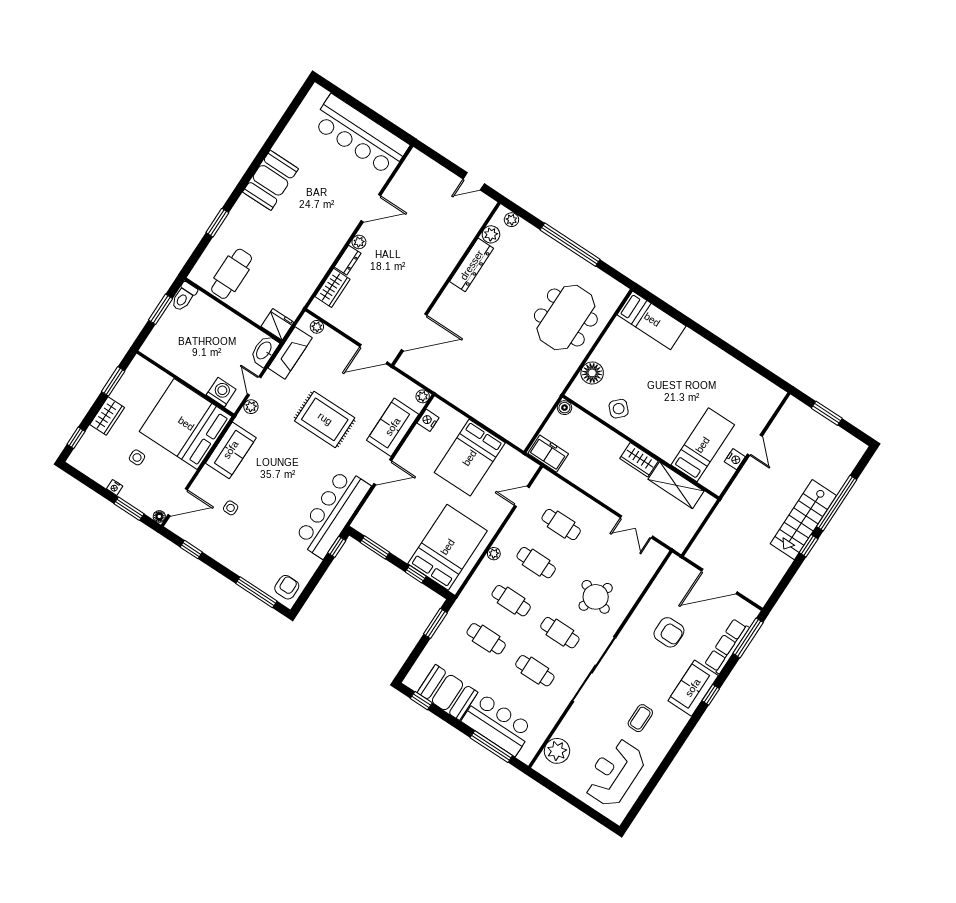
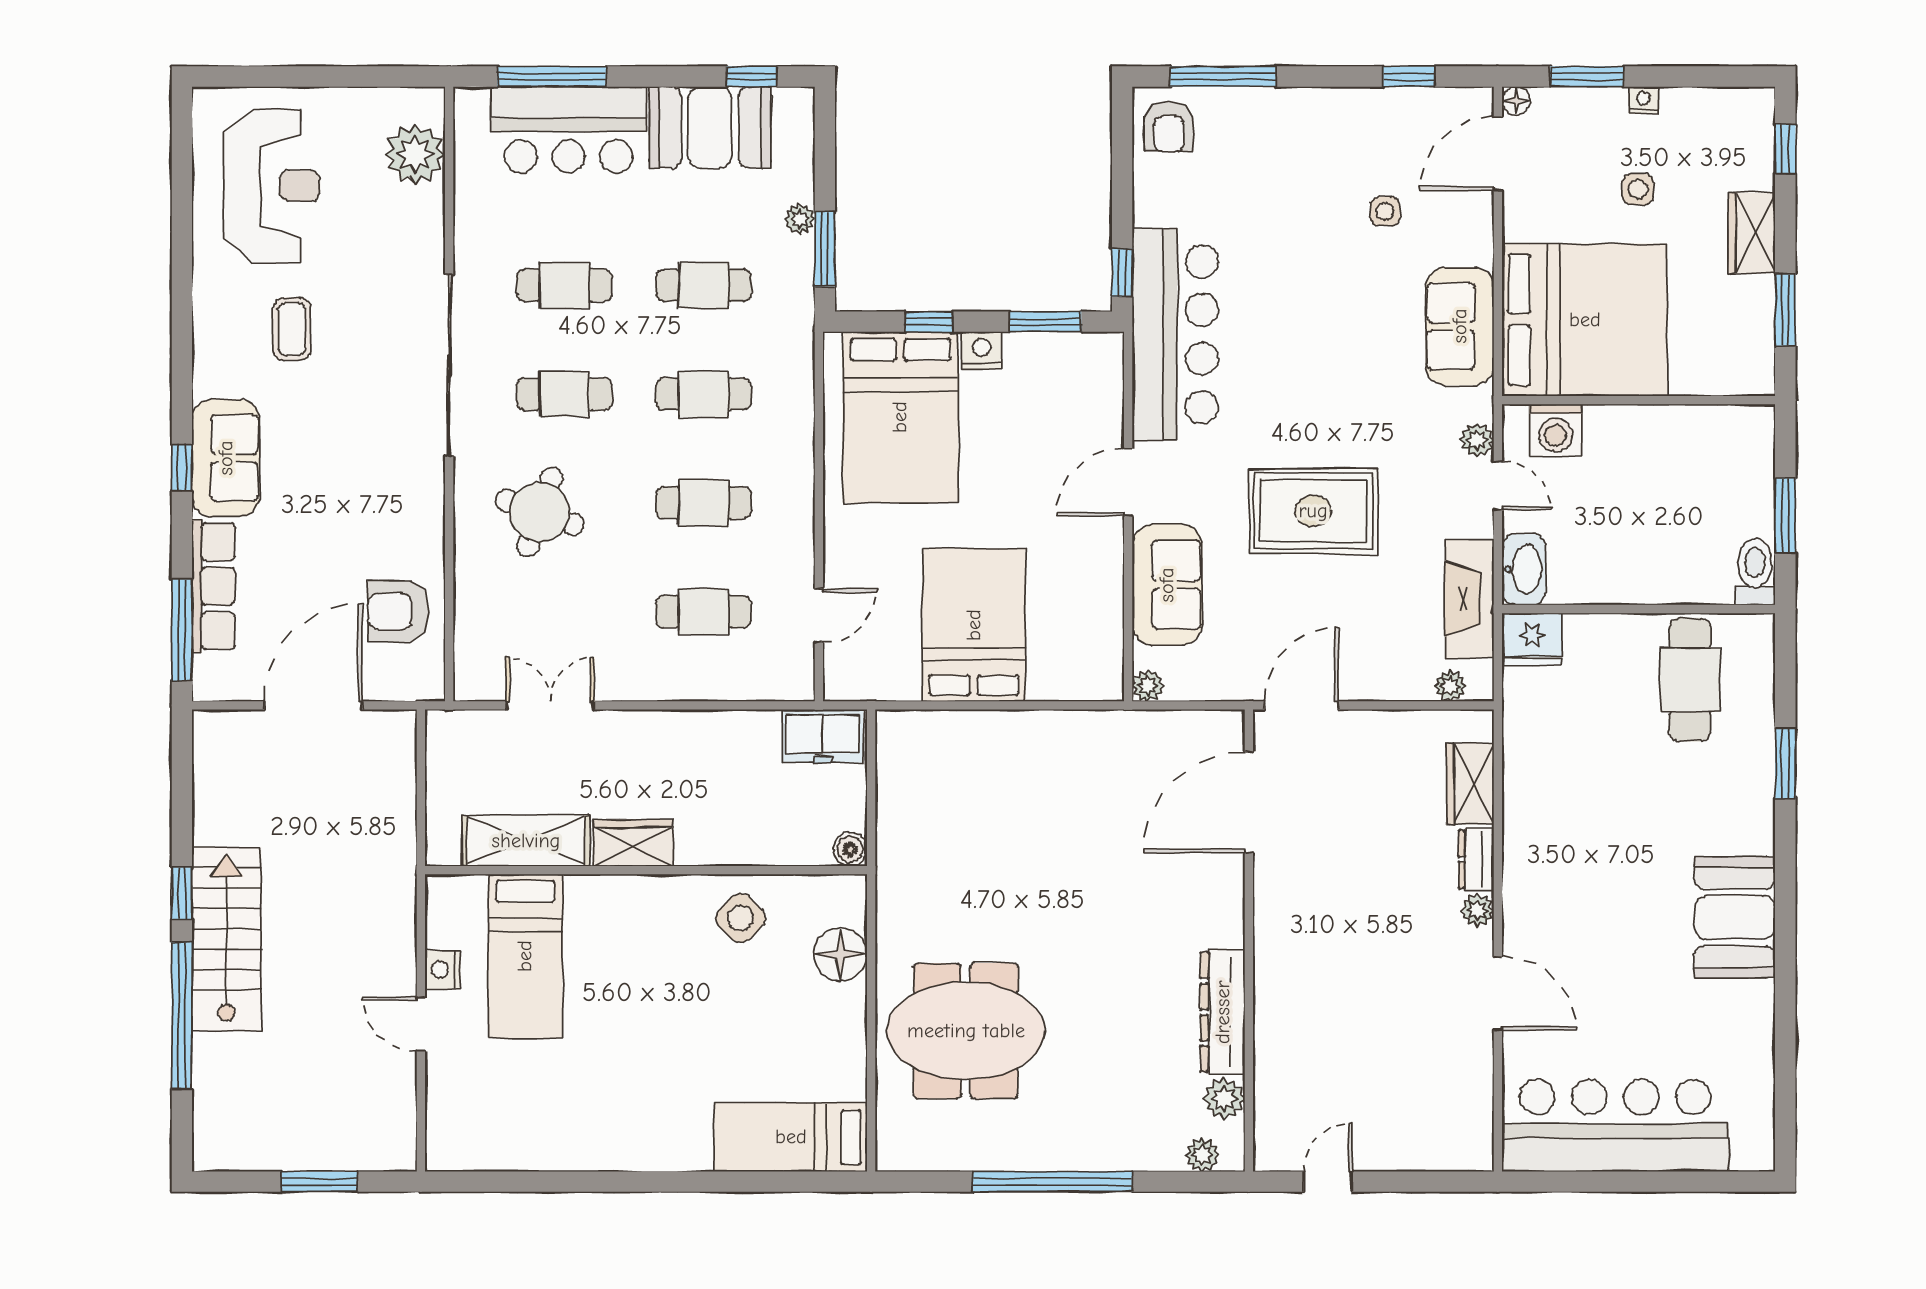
door: (371, 208) -> (1498, 994), swing flipped
meeting table: (566, 317) -> (966, 1031), turned 90
nightstand: (428, 420) -> (982, 350), moved, turned -90
plant: (494, 554) -> (800, 219), moved
armchair: (669, 632) -> (398, 611), moved

